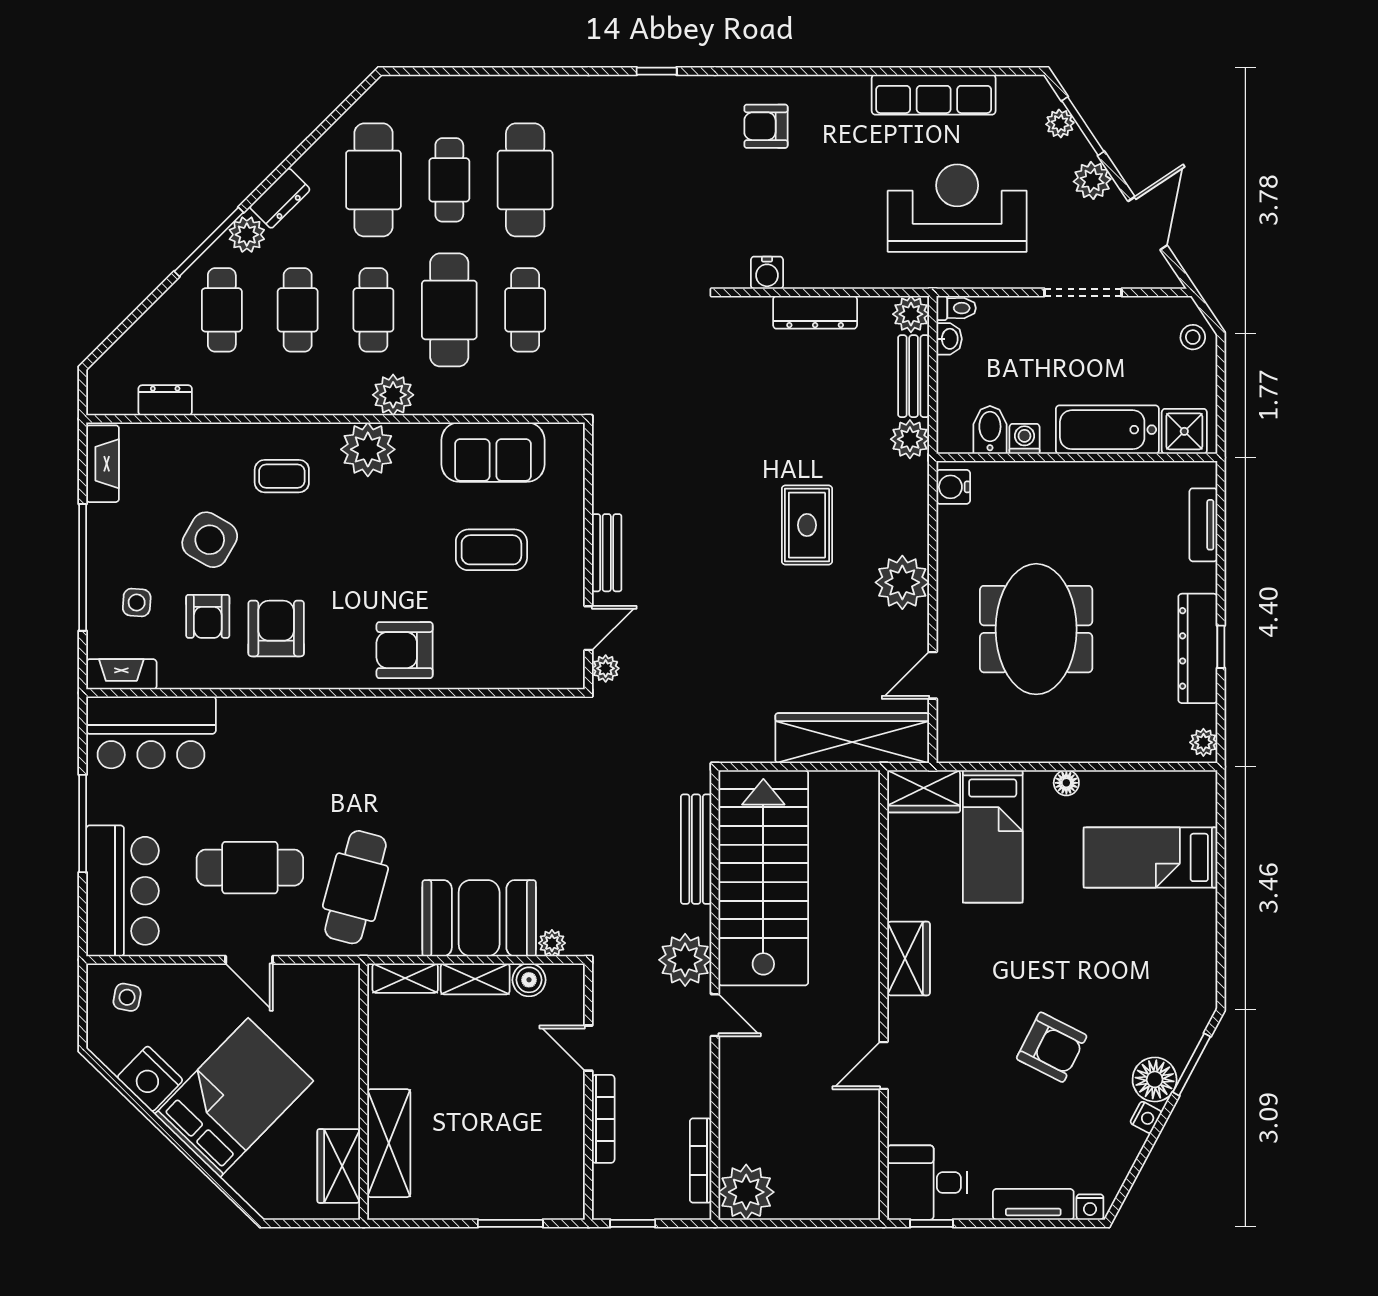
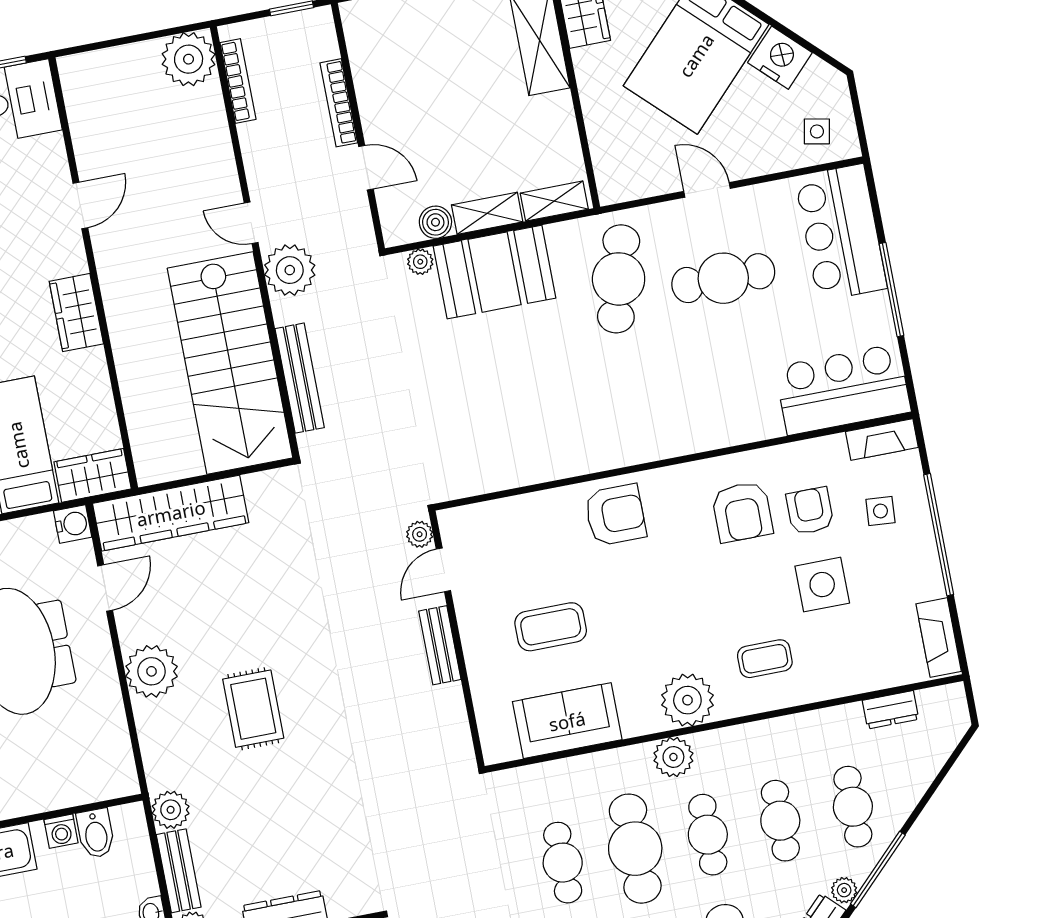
plant: (247, 235) -> (844, 890), width x0.73, depth x0.73
water cooler: (953, 487) -> (73, 524), moved
side table: (210, 540) -> (822, 585), turned -30

